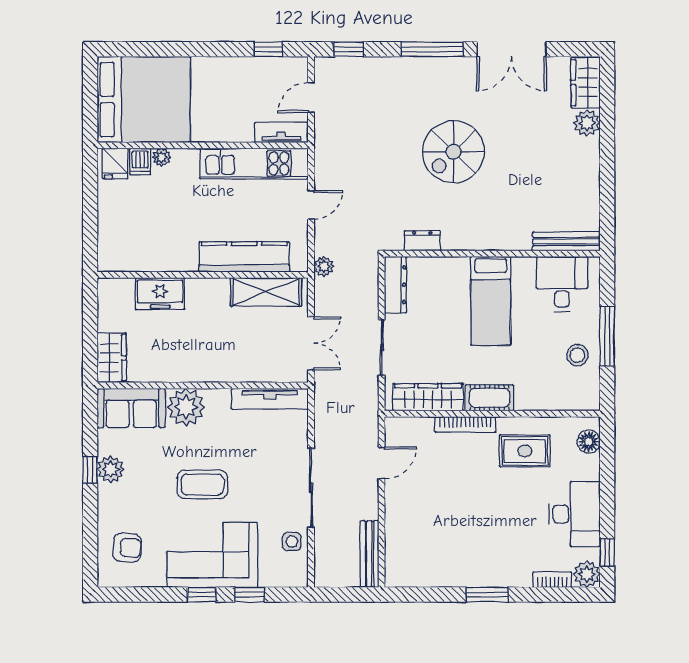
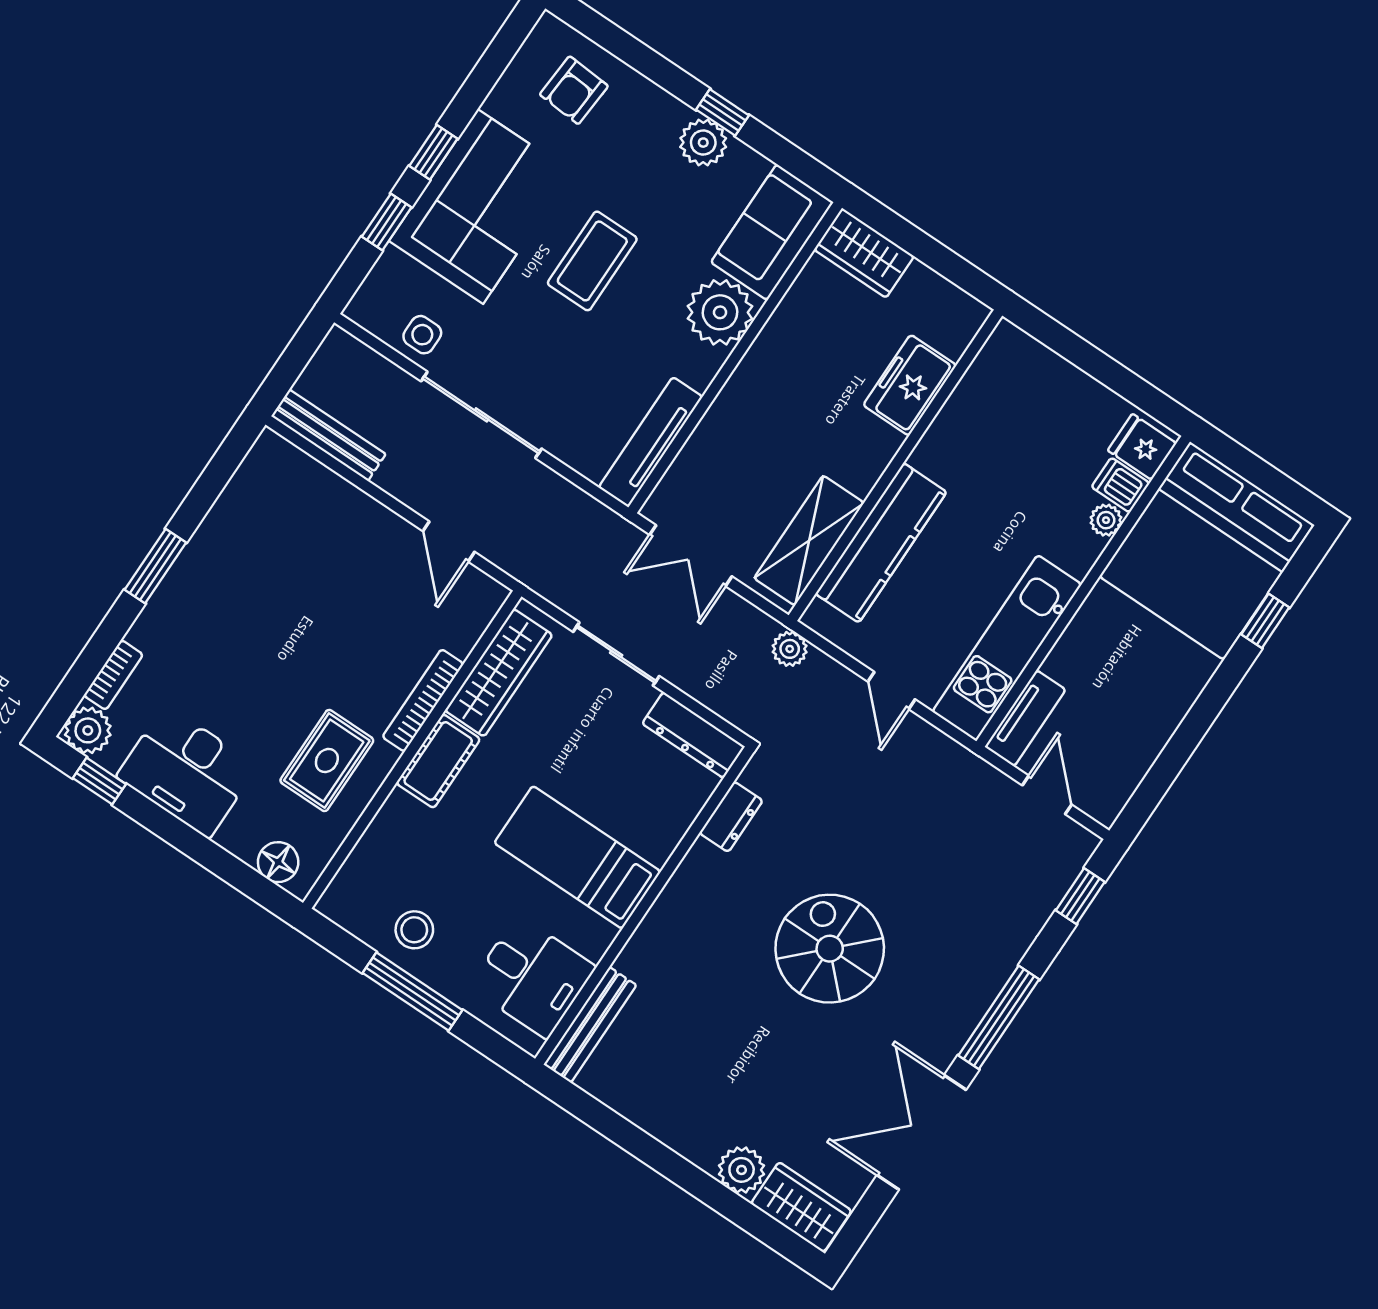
window: (268, 49) -> (1265, 621), moved

